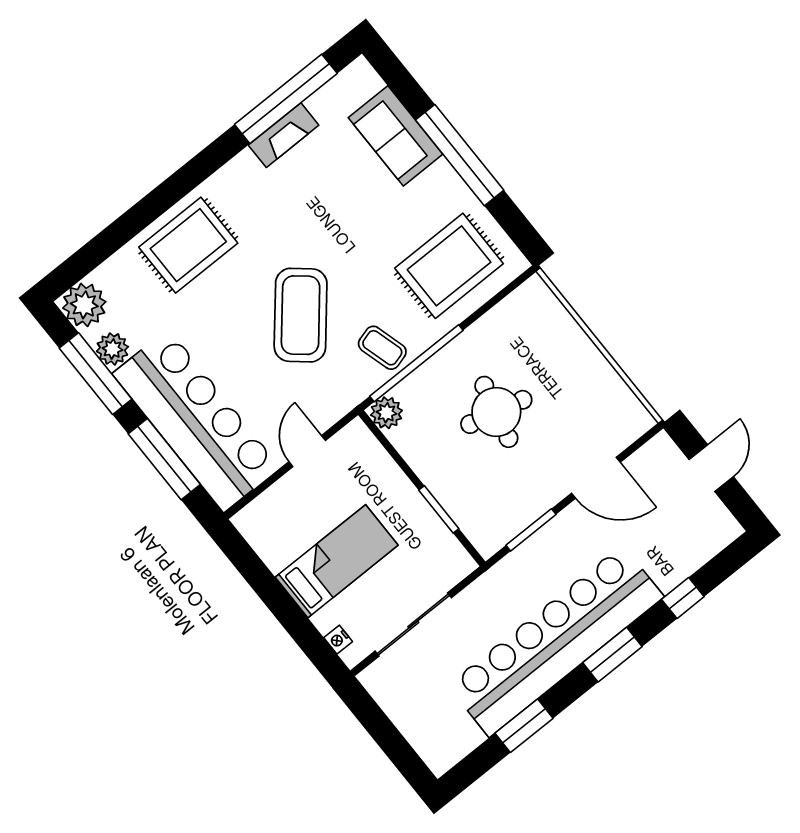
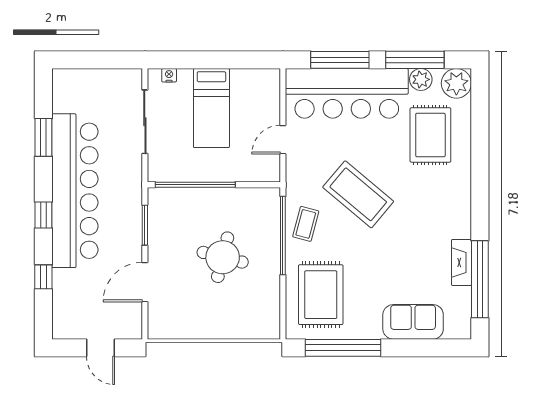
window: (460, 155) -> (343, 348), moved
rug: (188, 245) -> (430, 135), moved
coffee table: (382, 348) -> (306, 224), turned -59
plant: (386, 413) -> (269, 198), removed
door: (307, 451) -> (283, 140), swing flipped
window: (439, 509) -> (195, 185), width x2.11
window: (612, 655) -> (43, 215), width x0.67

